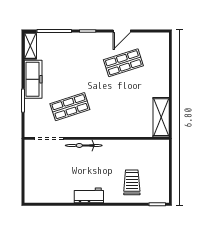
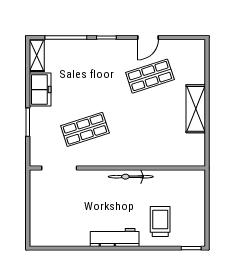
freezer: (33, 79) -> (40, 90), width x0.71
shelving: (161, 117) -> (196, 109), moved
bicycle: (84, 145) -> (131, 177), moved
workbench: (89, 195) -> (115, 237), width x1.38

